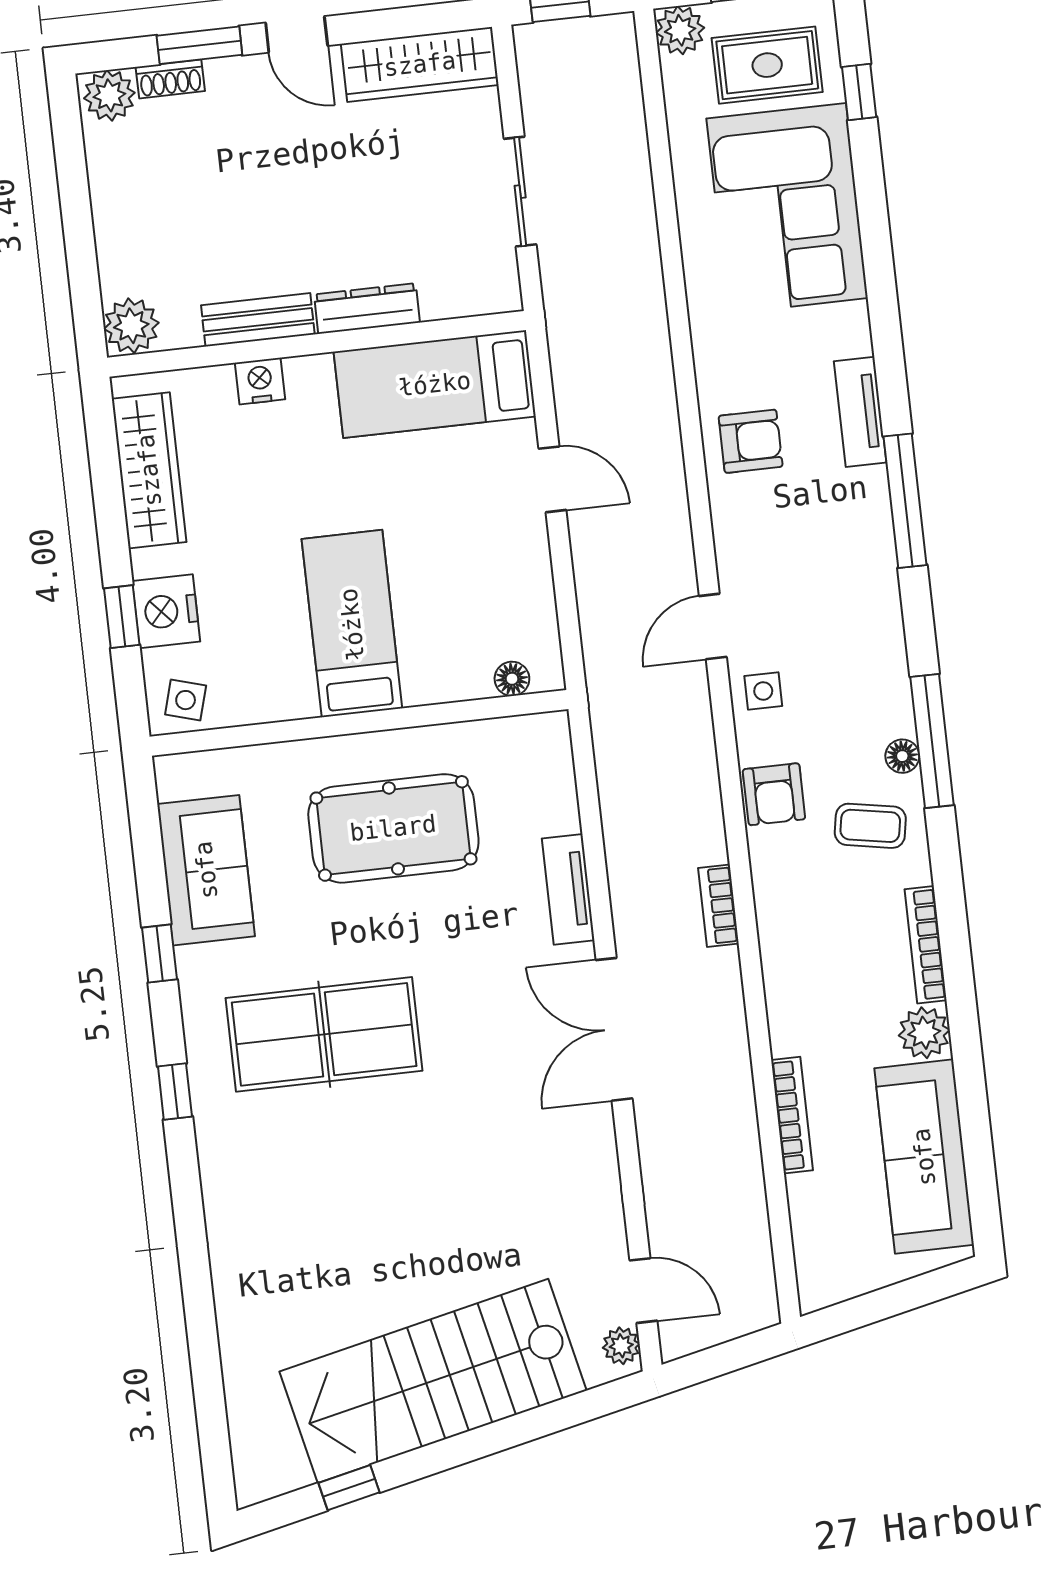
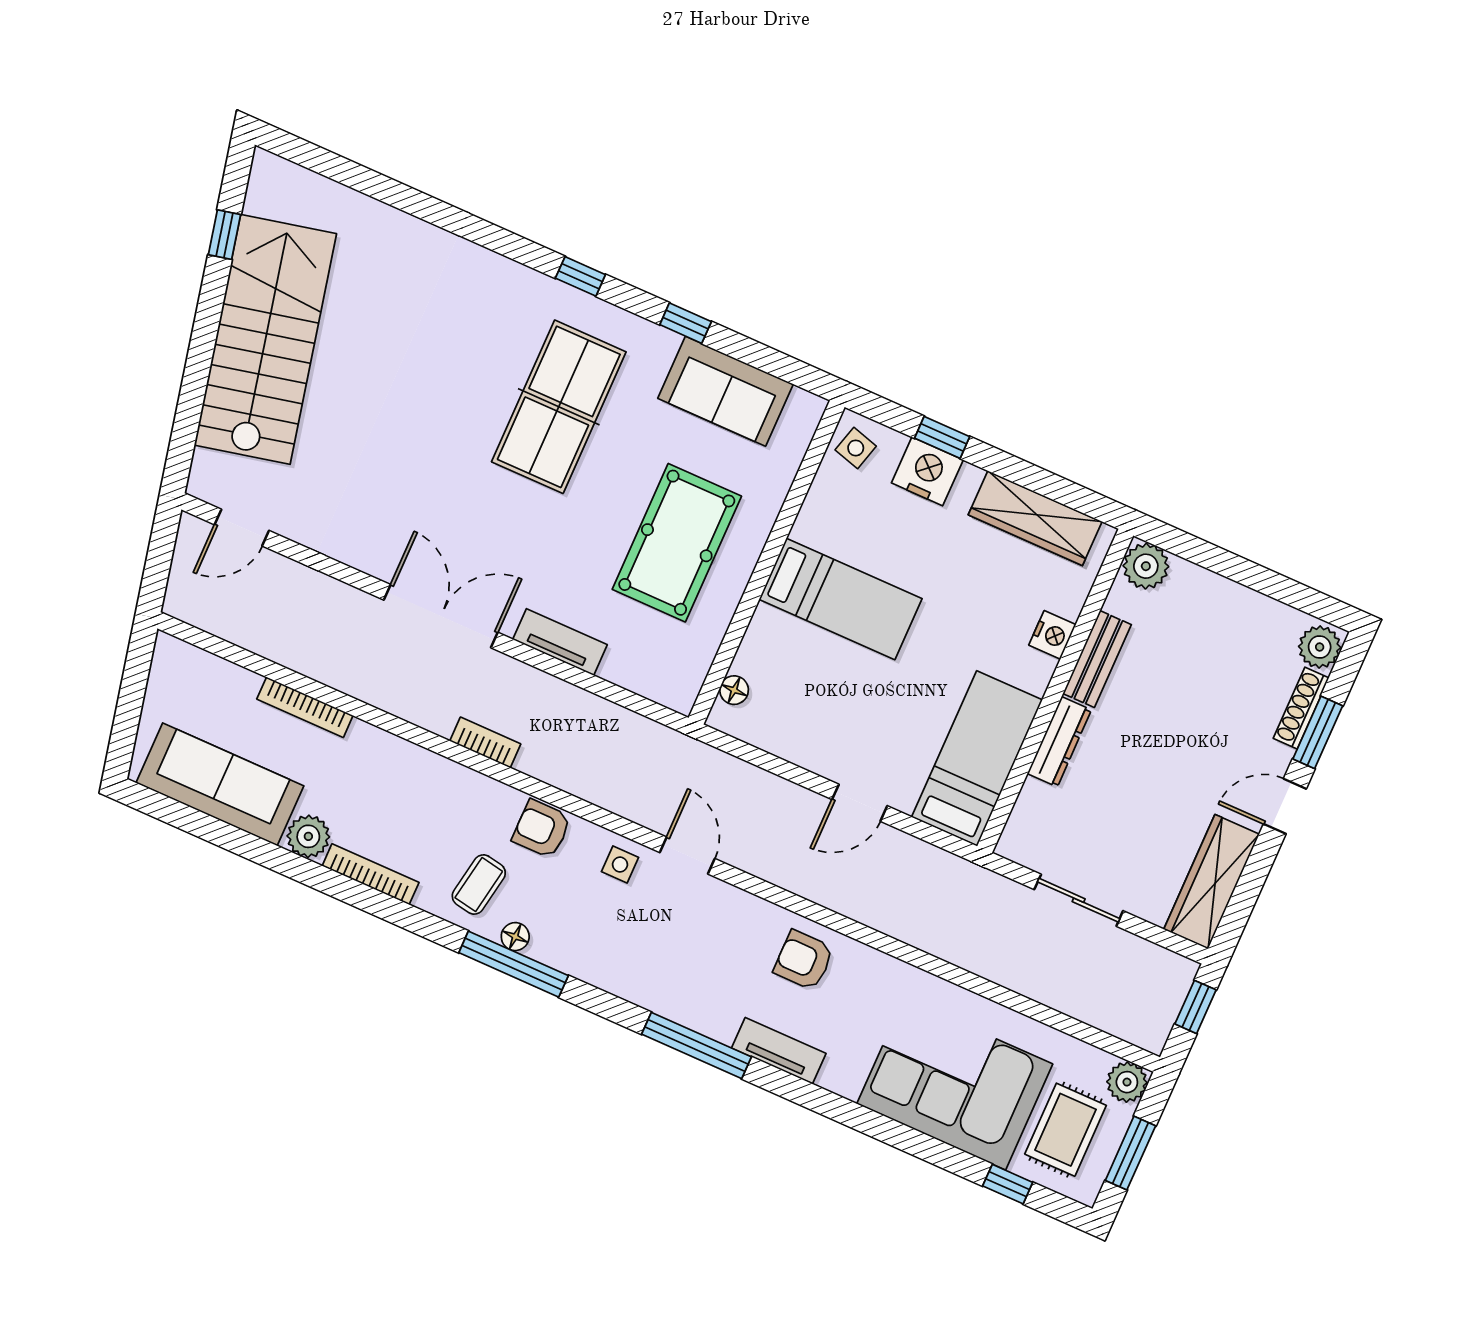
shoe rack: (170, 79) -> (1301, 708), width x1.43
armchair: (751, 441) -> (804, 960), turned 90
plant: (621, 1346) -> (212, 489), removed

